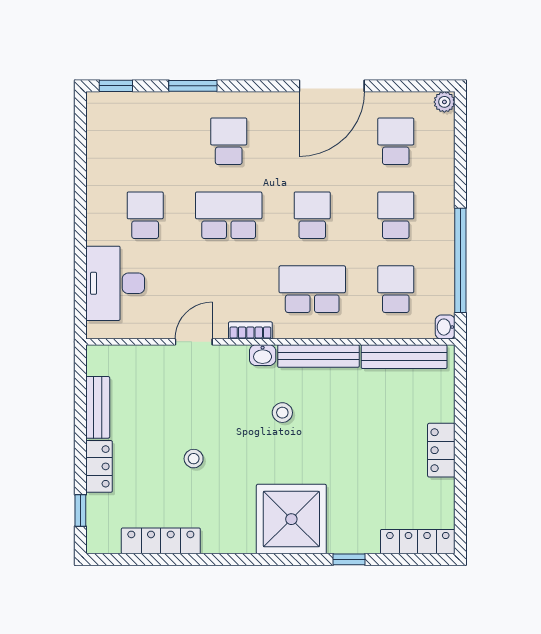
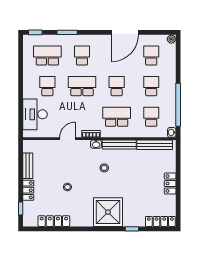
school desk: (145, 141) -> (47, 55), added

